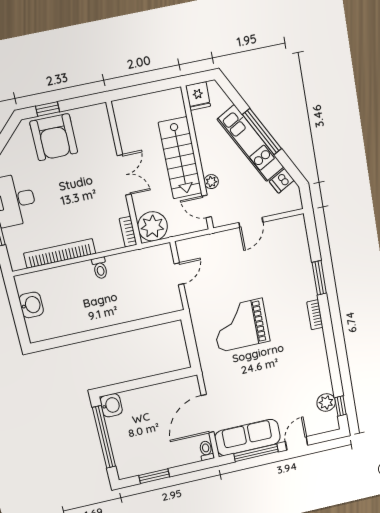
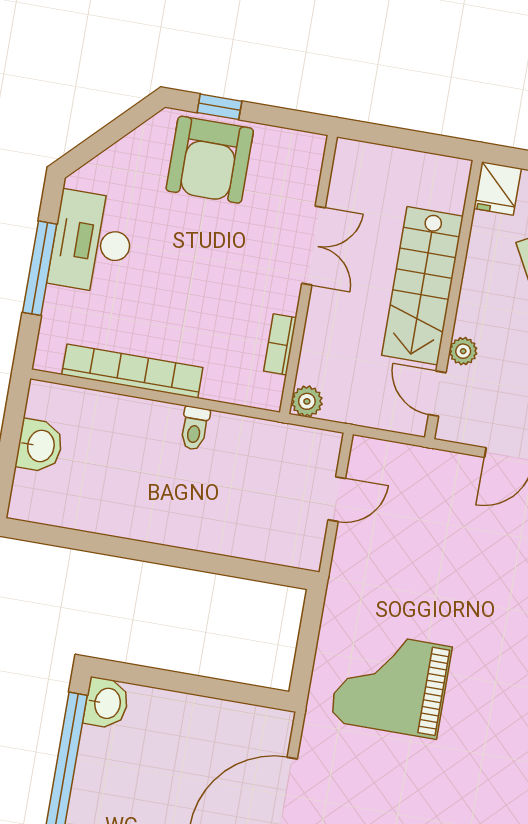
double door: (124, 175) -> (313, 246), moved
plant: (153, 226) -> (307, 401), width x0.53, depth x0.53
bookcase: (128, 232) -> (280, 344), moved
grand piano: (241, 325) -> (391, 684), moved

